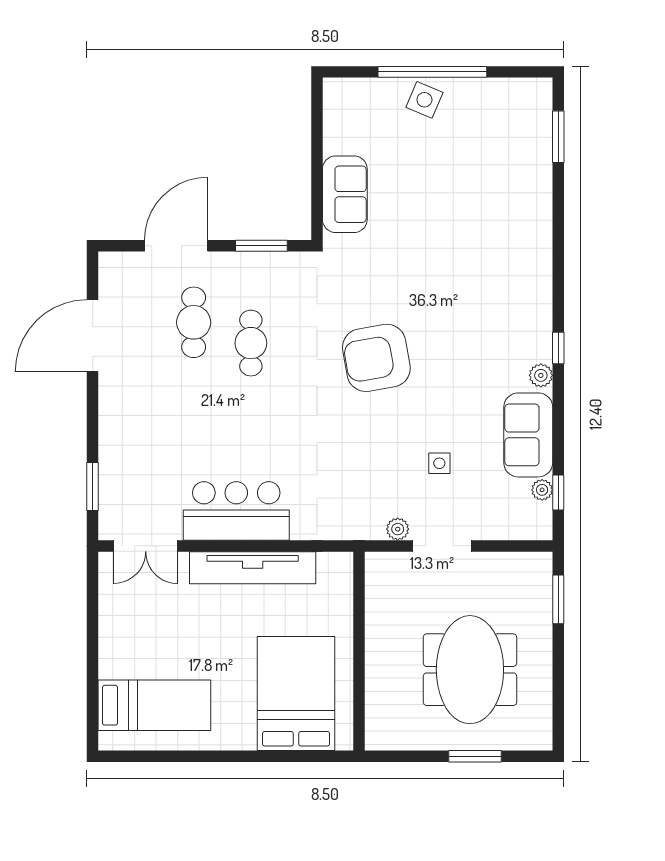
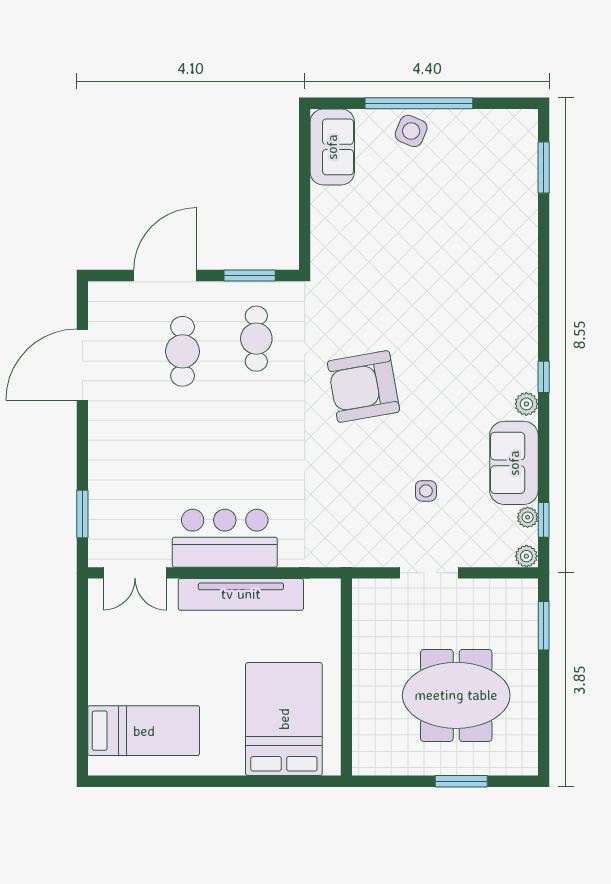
sofa: (345, 194) -> (332, 147), moved
cafe table: (251, 343) -> (256, 339), moved
plant: (398, 529) -> (526, 556), moved
meeting table: (470, 670) -> (456, 695), turned 90

